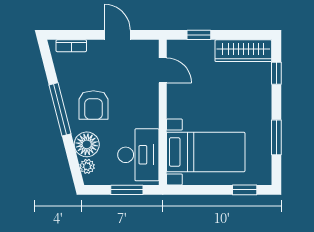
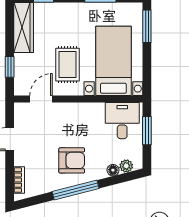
rug: (201, 100) -> (67, 65), added
floor lamp: (87, 144) -> (113, 170), width x0.53, depth x0.53
desk: (138, 155) -> (122, 121), width x0.73
window: (245, 190) -> (147, 26), width x1.50

